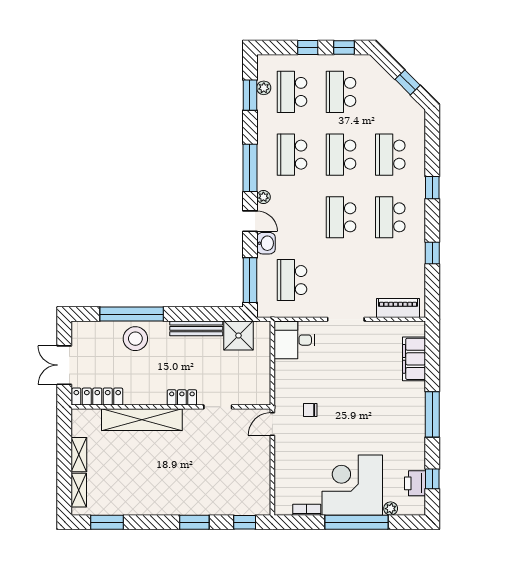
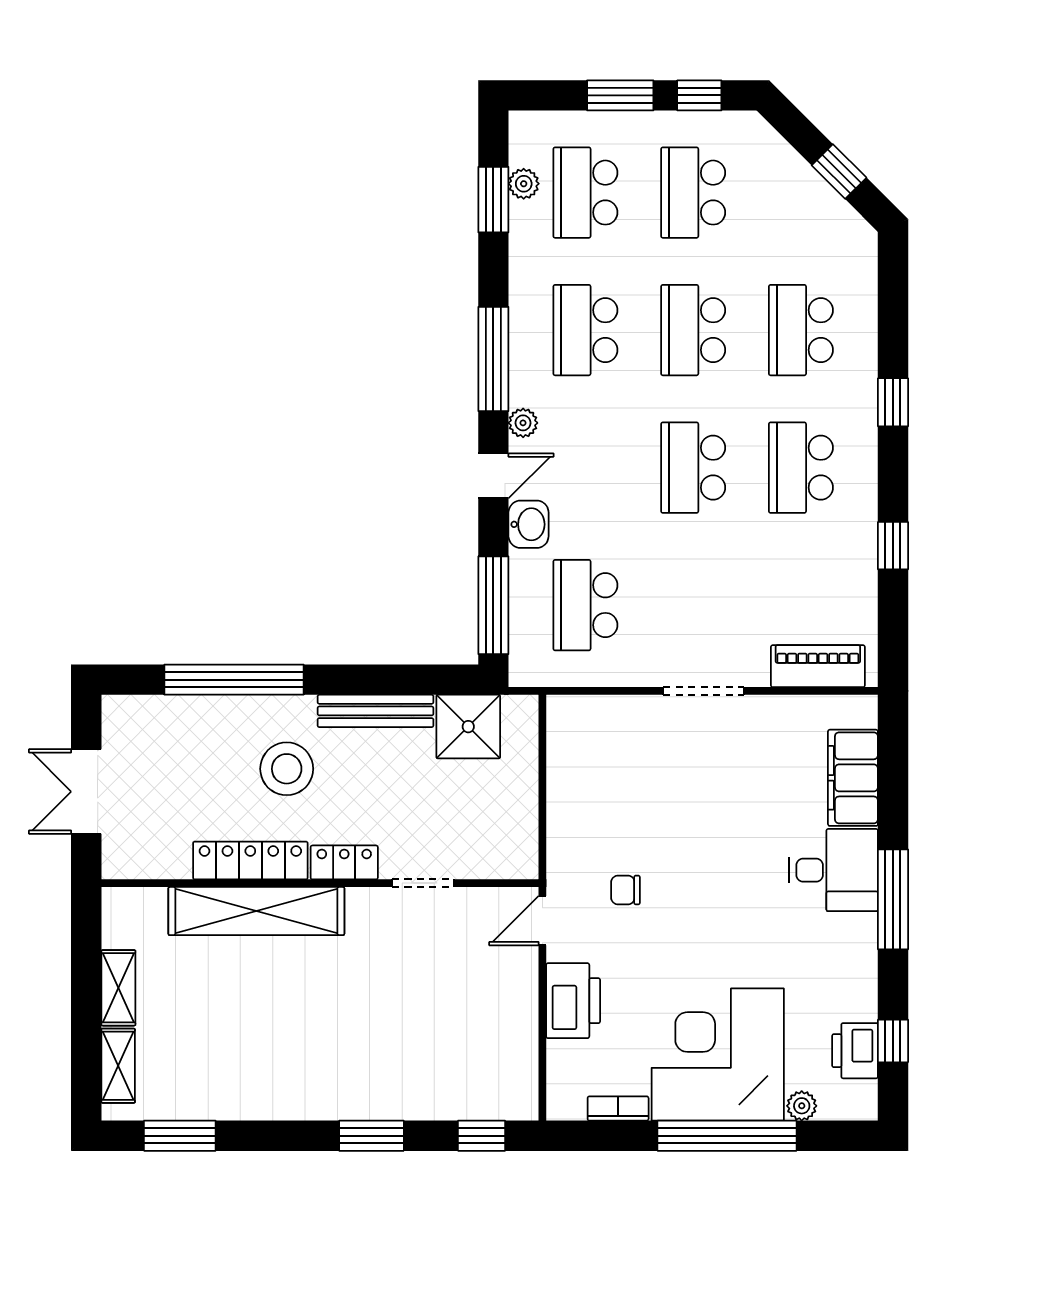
window: (308, 48) -> (620, 95), width x1.50
door: (250, 221) -> (493, 476), hinge flipped
stool: (135, 339) -> (287, 769), moved
desk: (294, 340) -> (834, 870), moved, turned 180
locker: (97, 397) -> (250, 860), moved
printer: (286, 461) -> (573, 1001), added

